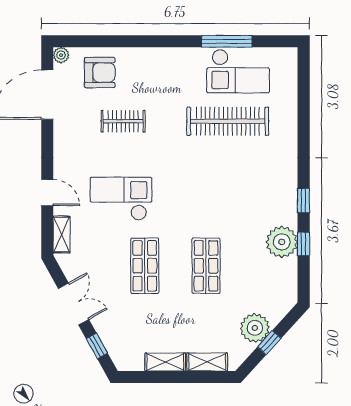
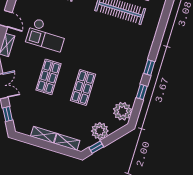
checkout: (121, 199) -> (47, 35), turned 180
plant: (282, 242) -> (122, 111), moved
window: (269, 343) -> (96, 147), moved

